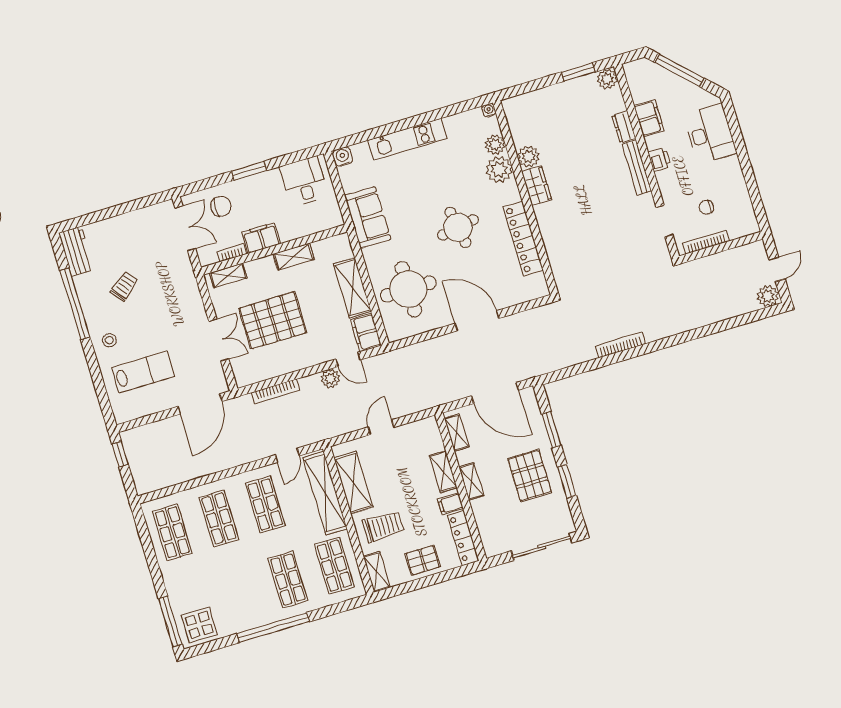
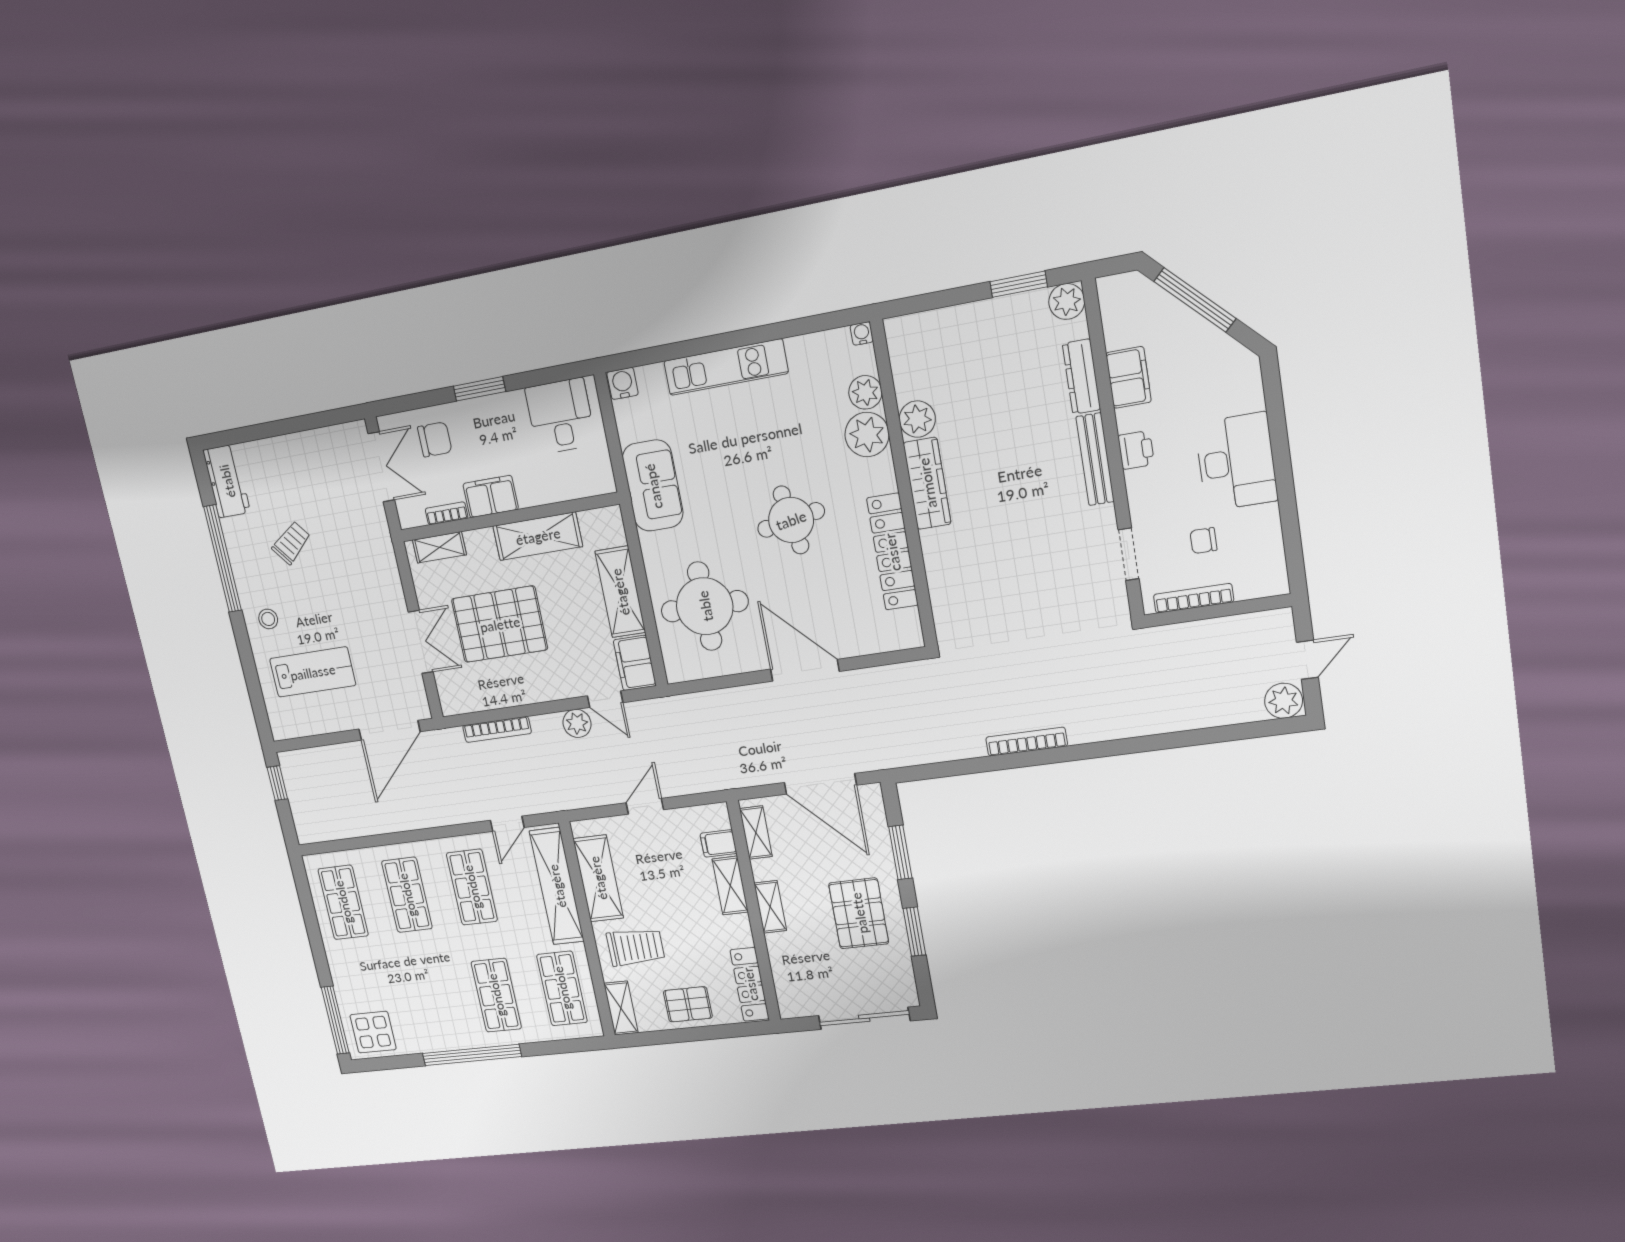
dresser: (624, 127) -> (1082, 377), width x1.44
desk: (710, 134) -> (1236, 462), moved
wardrobe: (537, 186) -> (927, 483), width x1.50
shelving: (294, 257) -> (538, 536), width x1.50, depth x1.33
filing cabinet: (450, 504) -> (718, 843), moved

